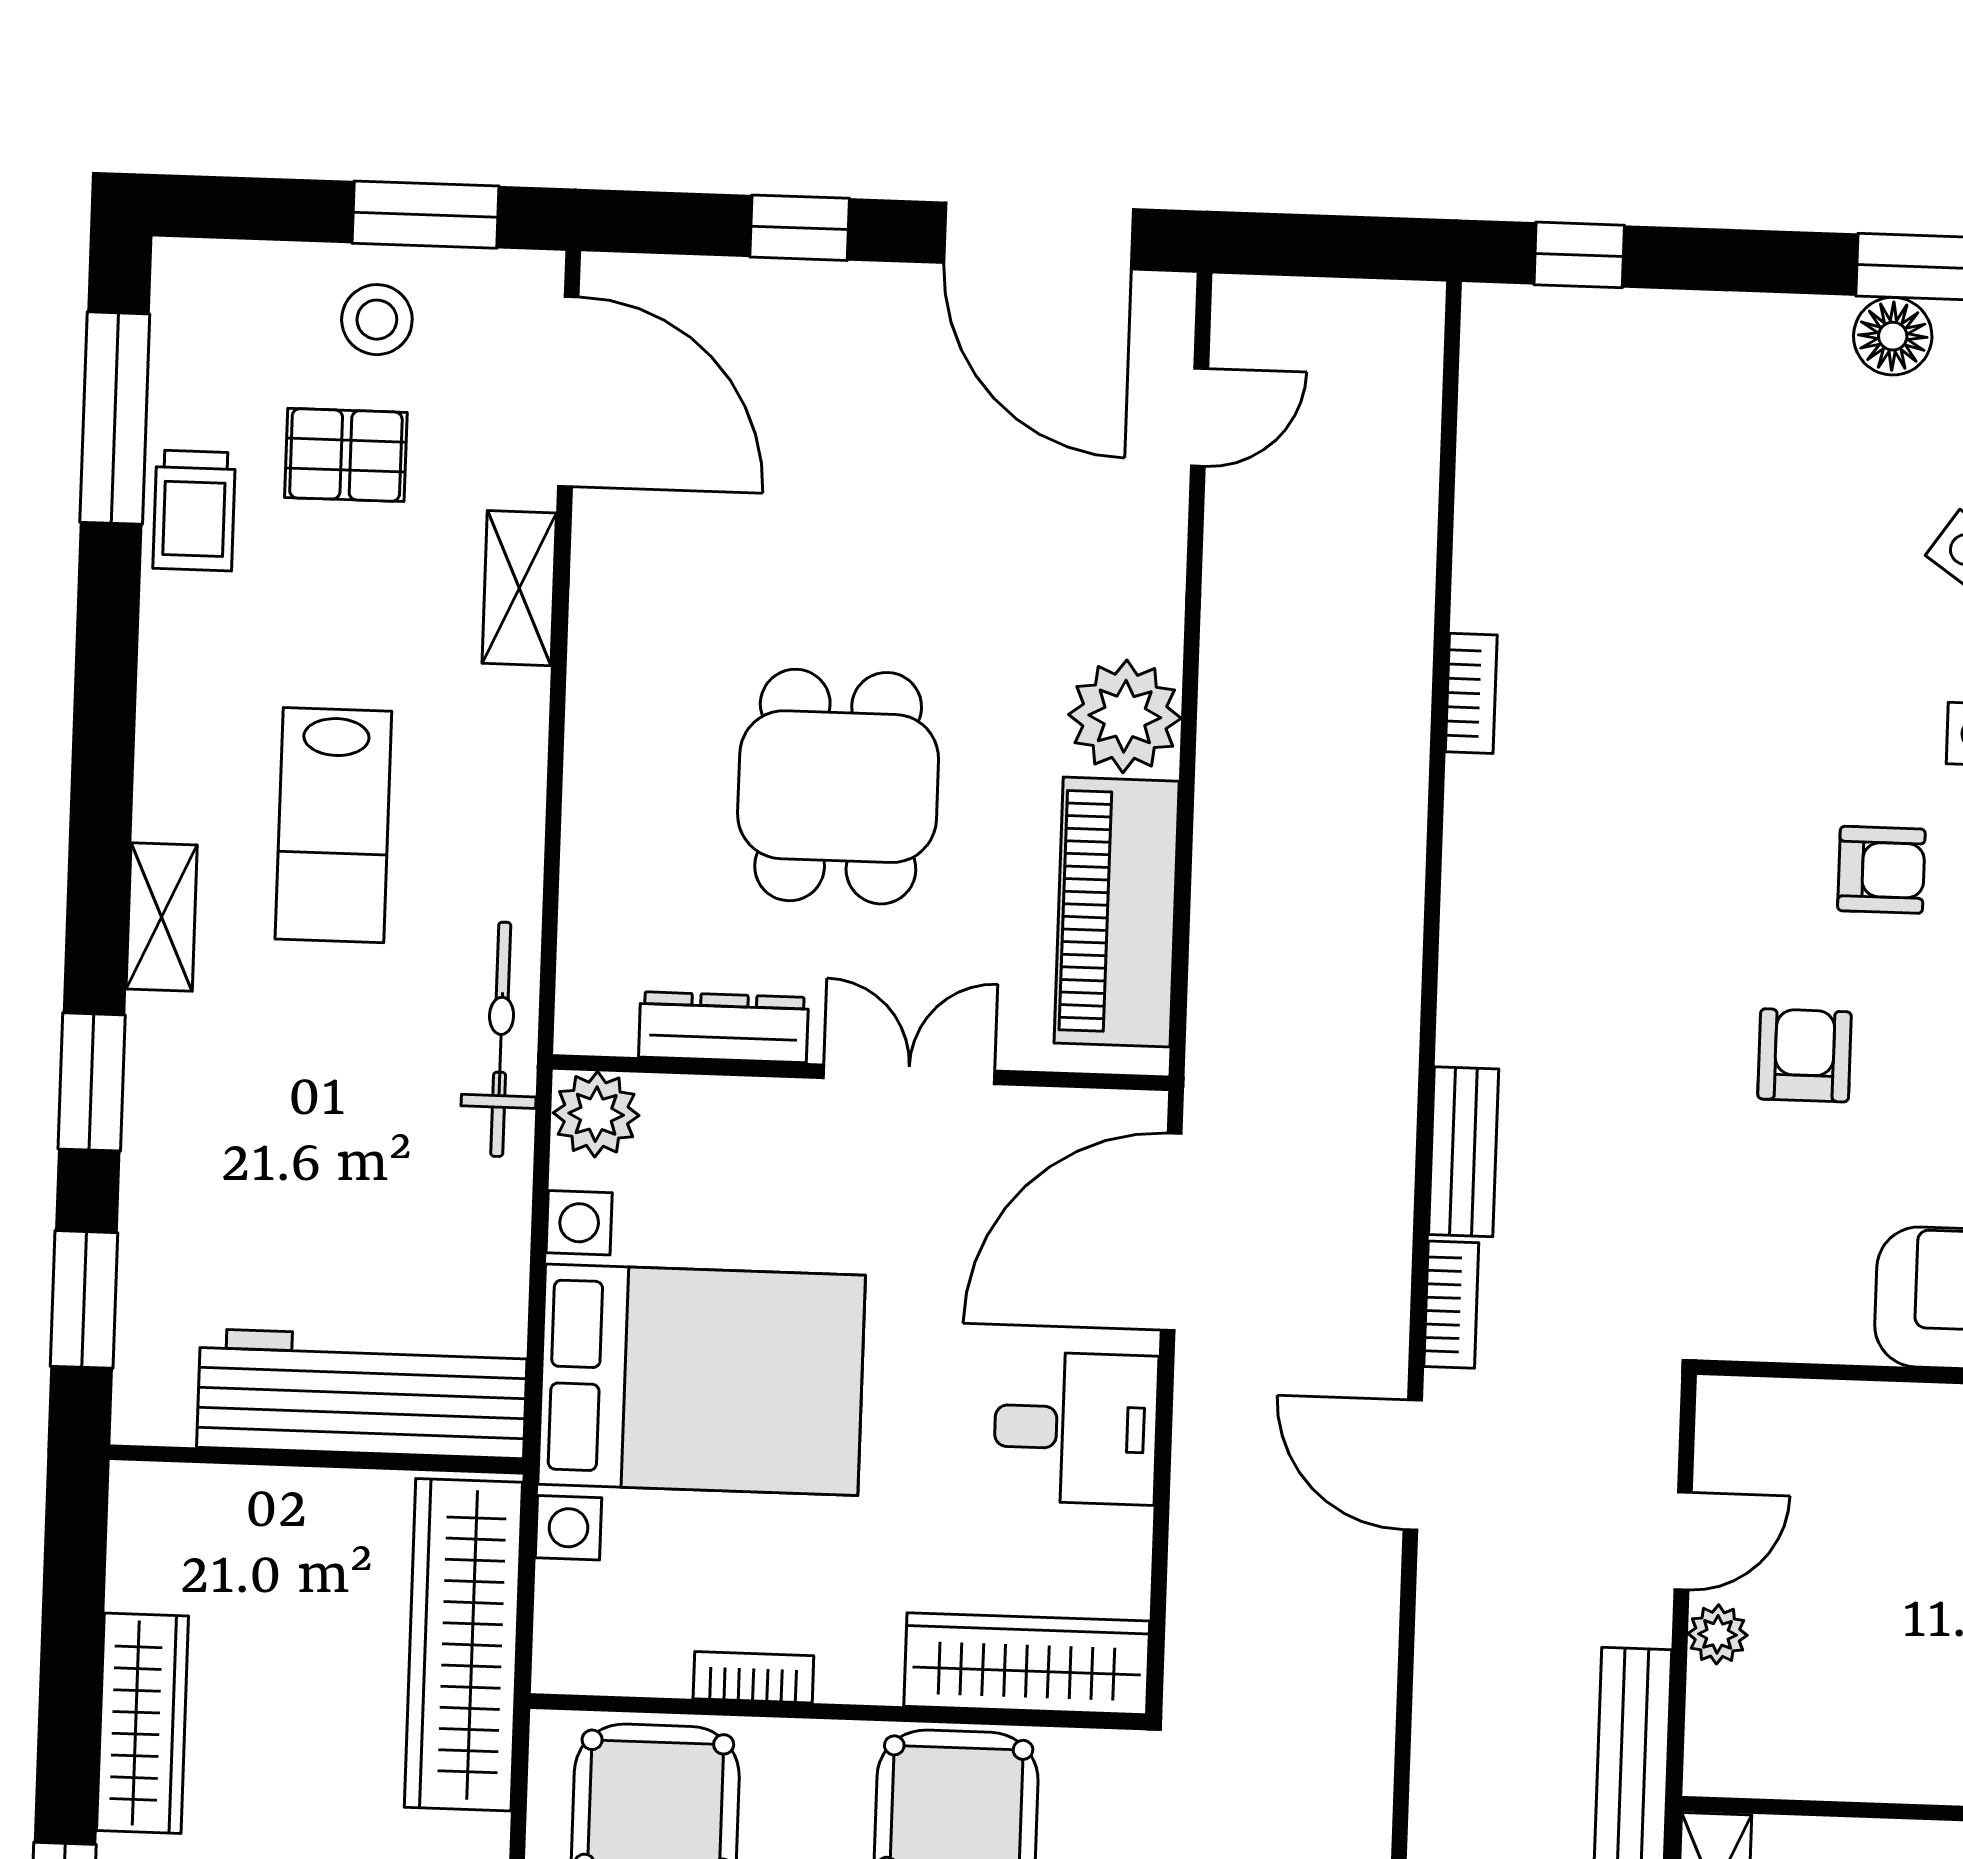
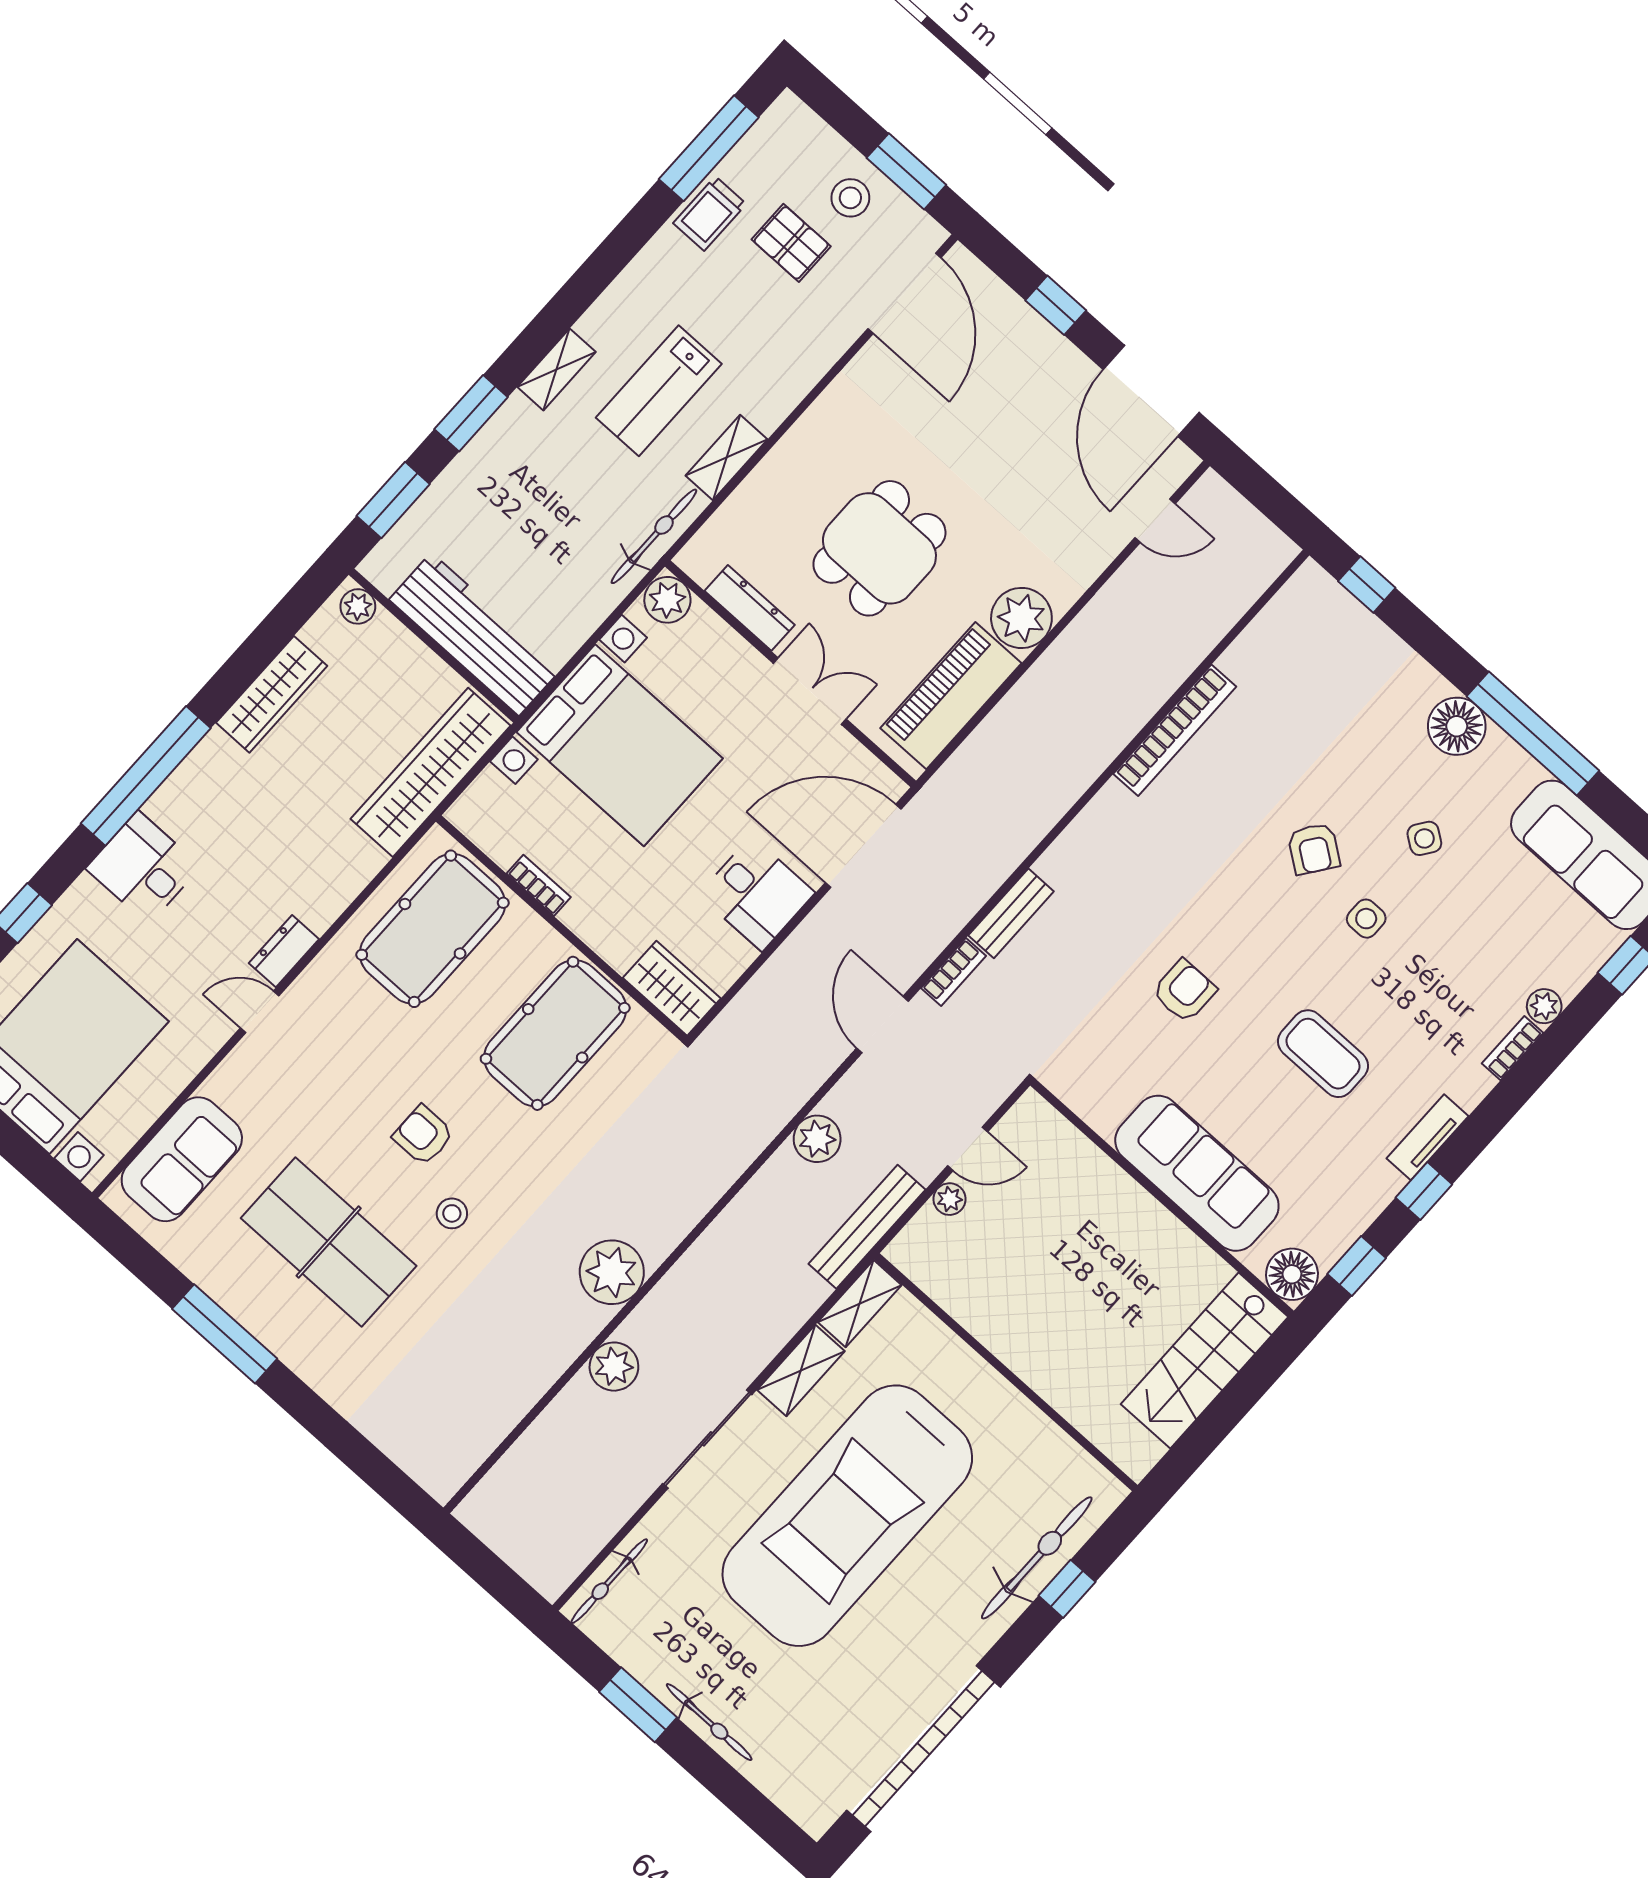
floor lamp: (1893, 336) -> (1457, 726), width x1.38, depth x1.38
shelving: (519, 588) -> (727, 457), moved
bookcase: (1471, 693) -> (1175, 730), width x2.31, depth x1.31
armchair: (1881, 870) -> (1314, 849), moved, turned 36
plant: (161, 1494) -> (358, 606), added
wardrobe: (1027, 1664) -> (672, 988), width x0.67
plant: (1456, 1707) -> (817, 1139), added

